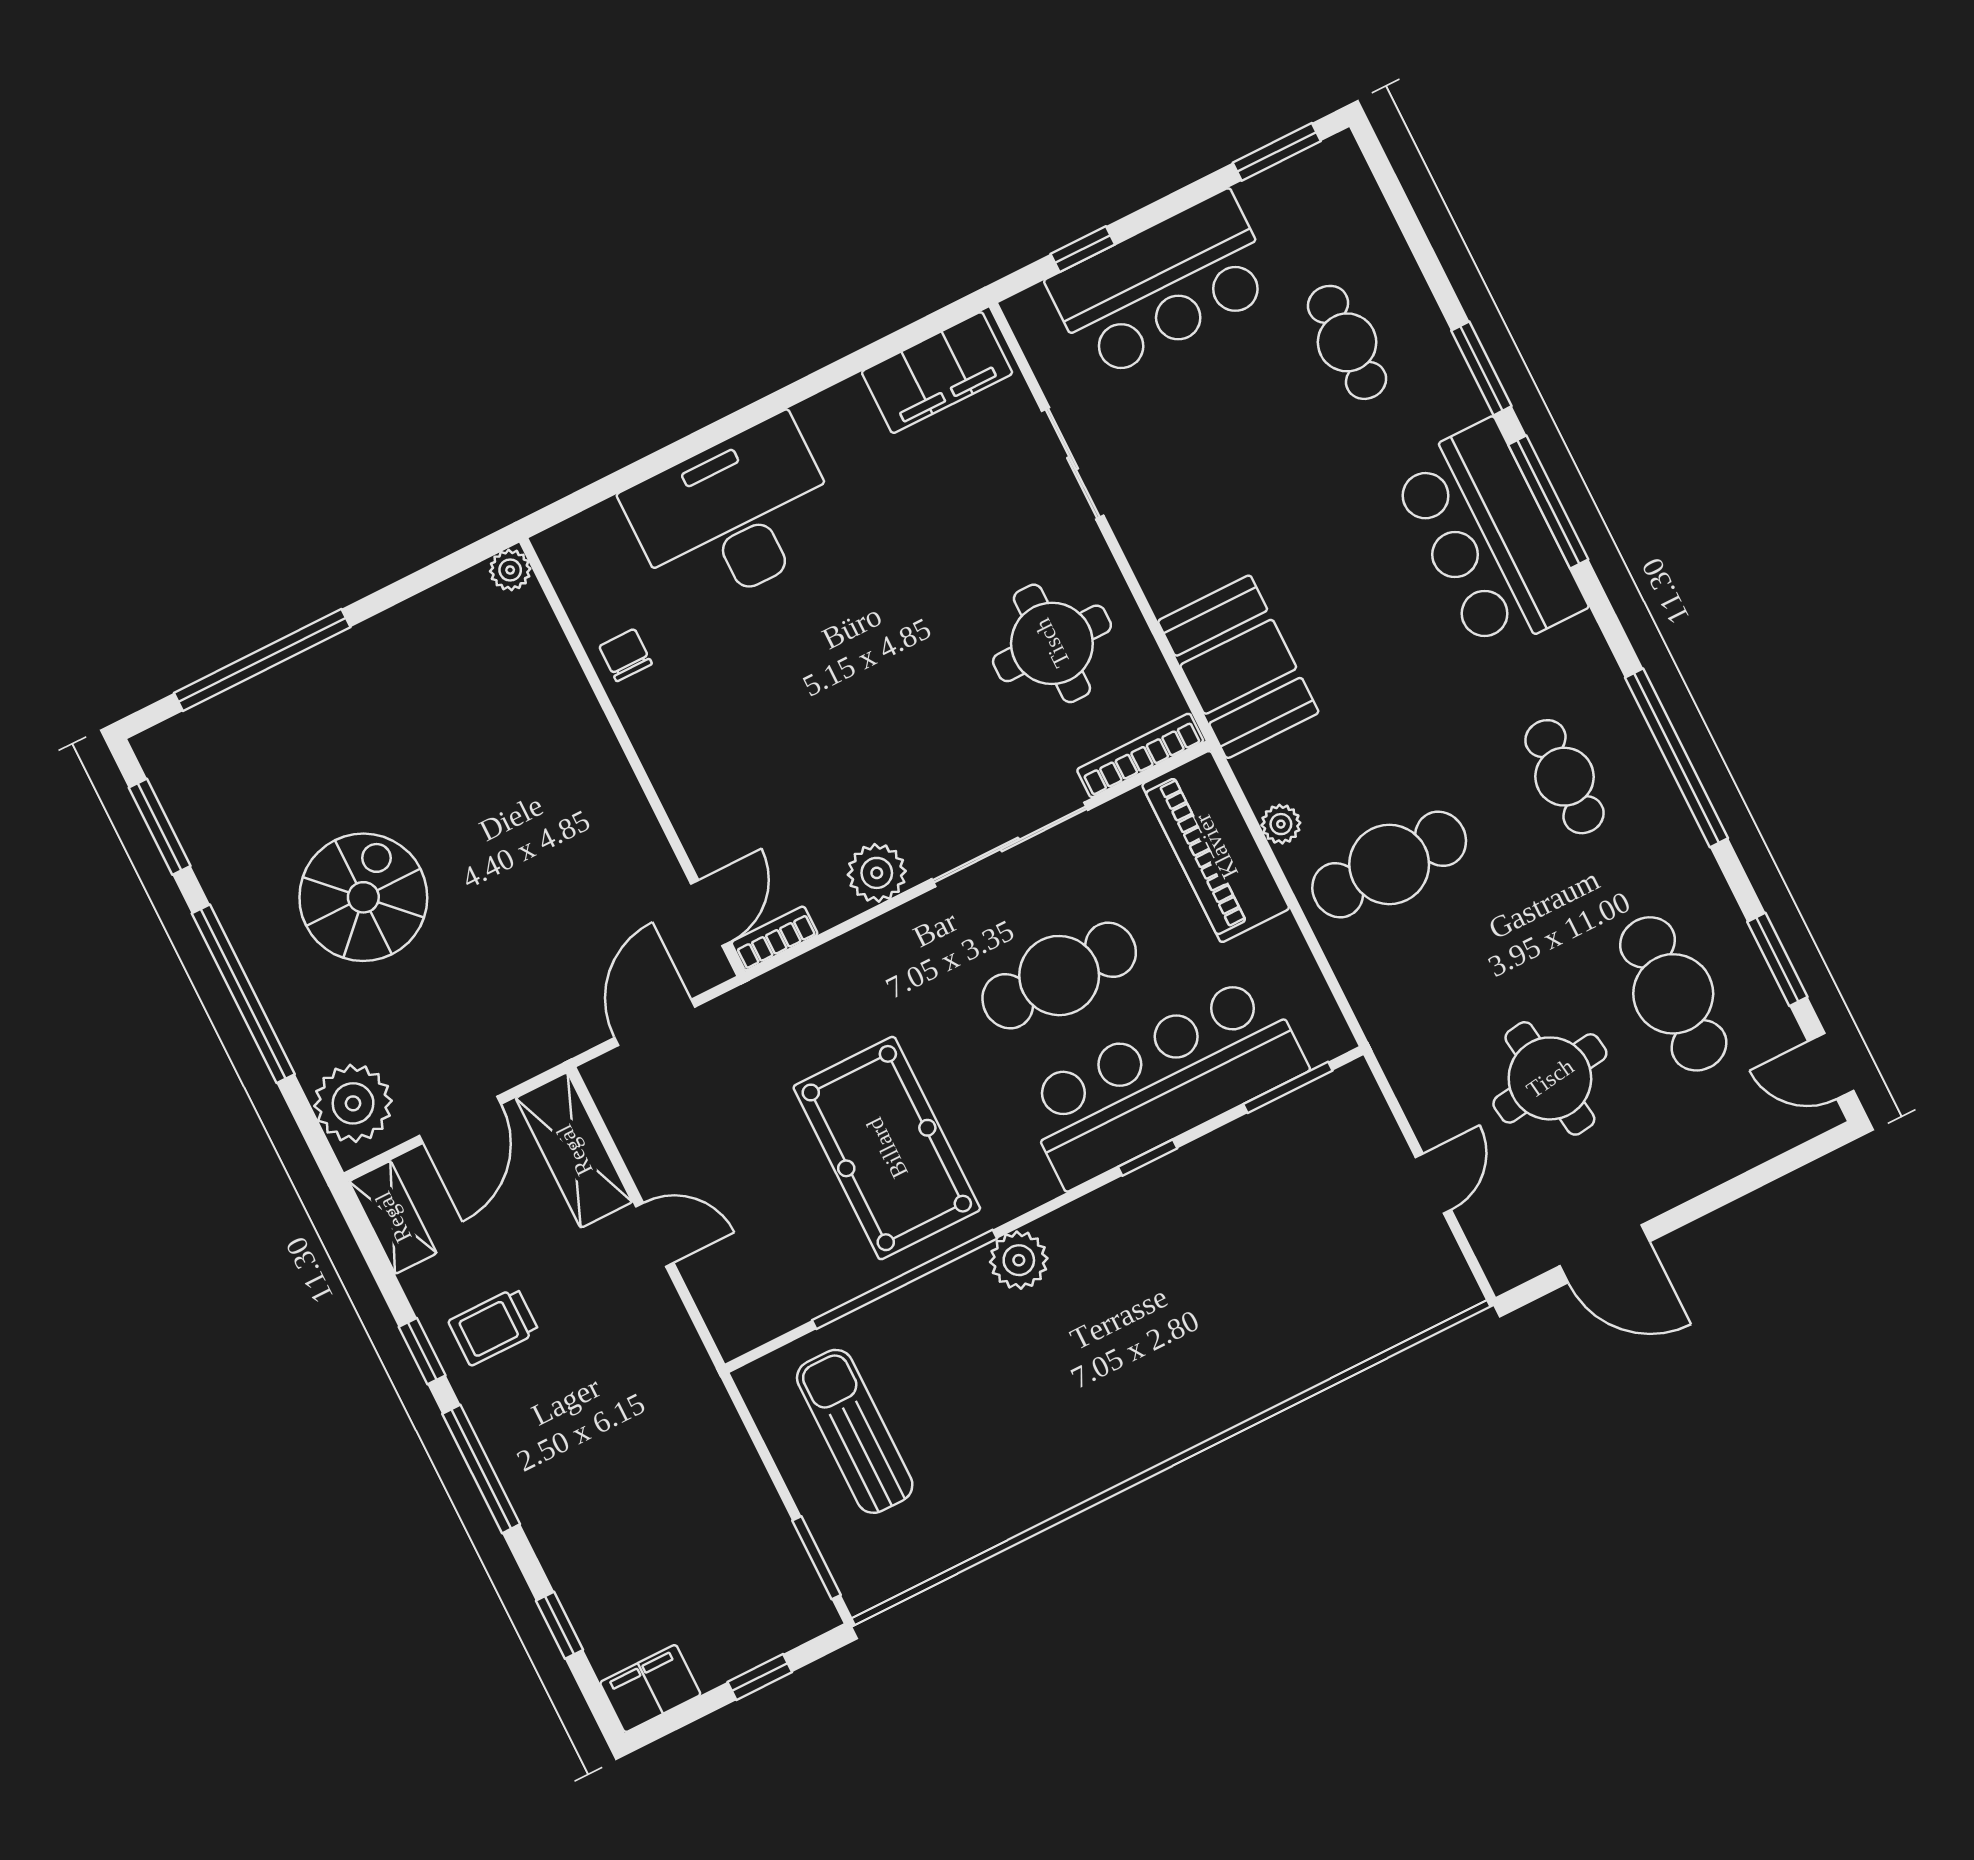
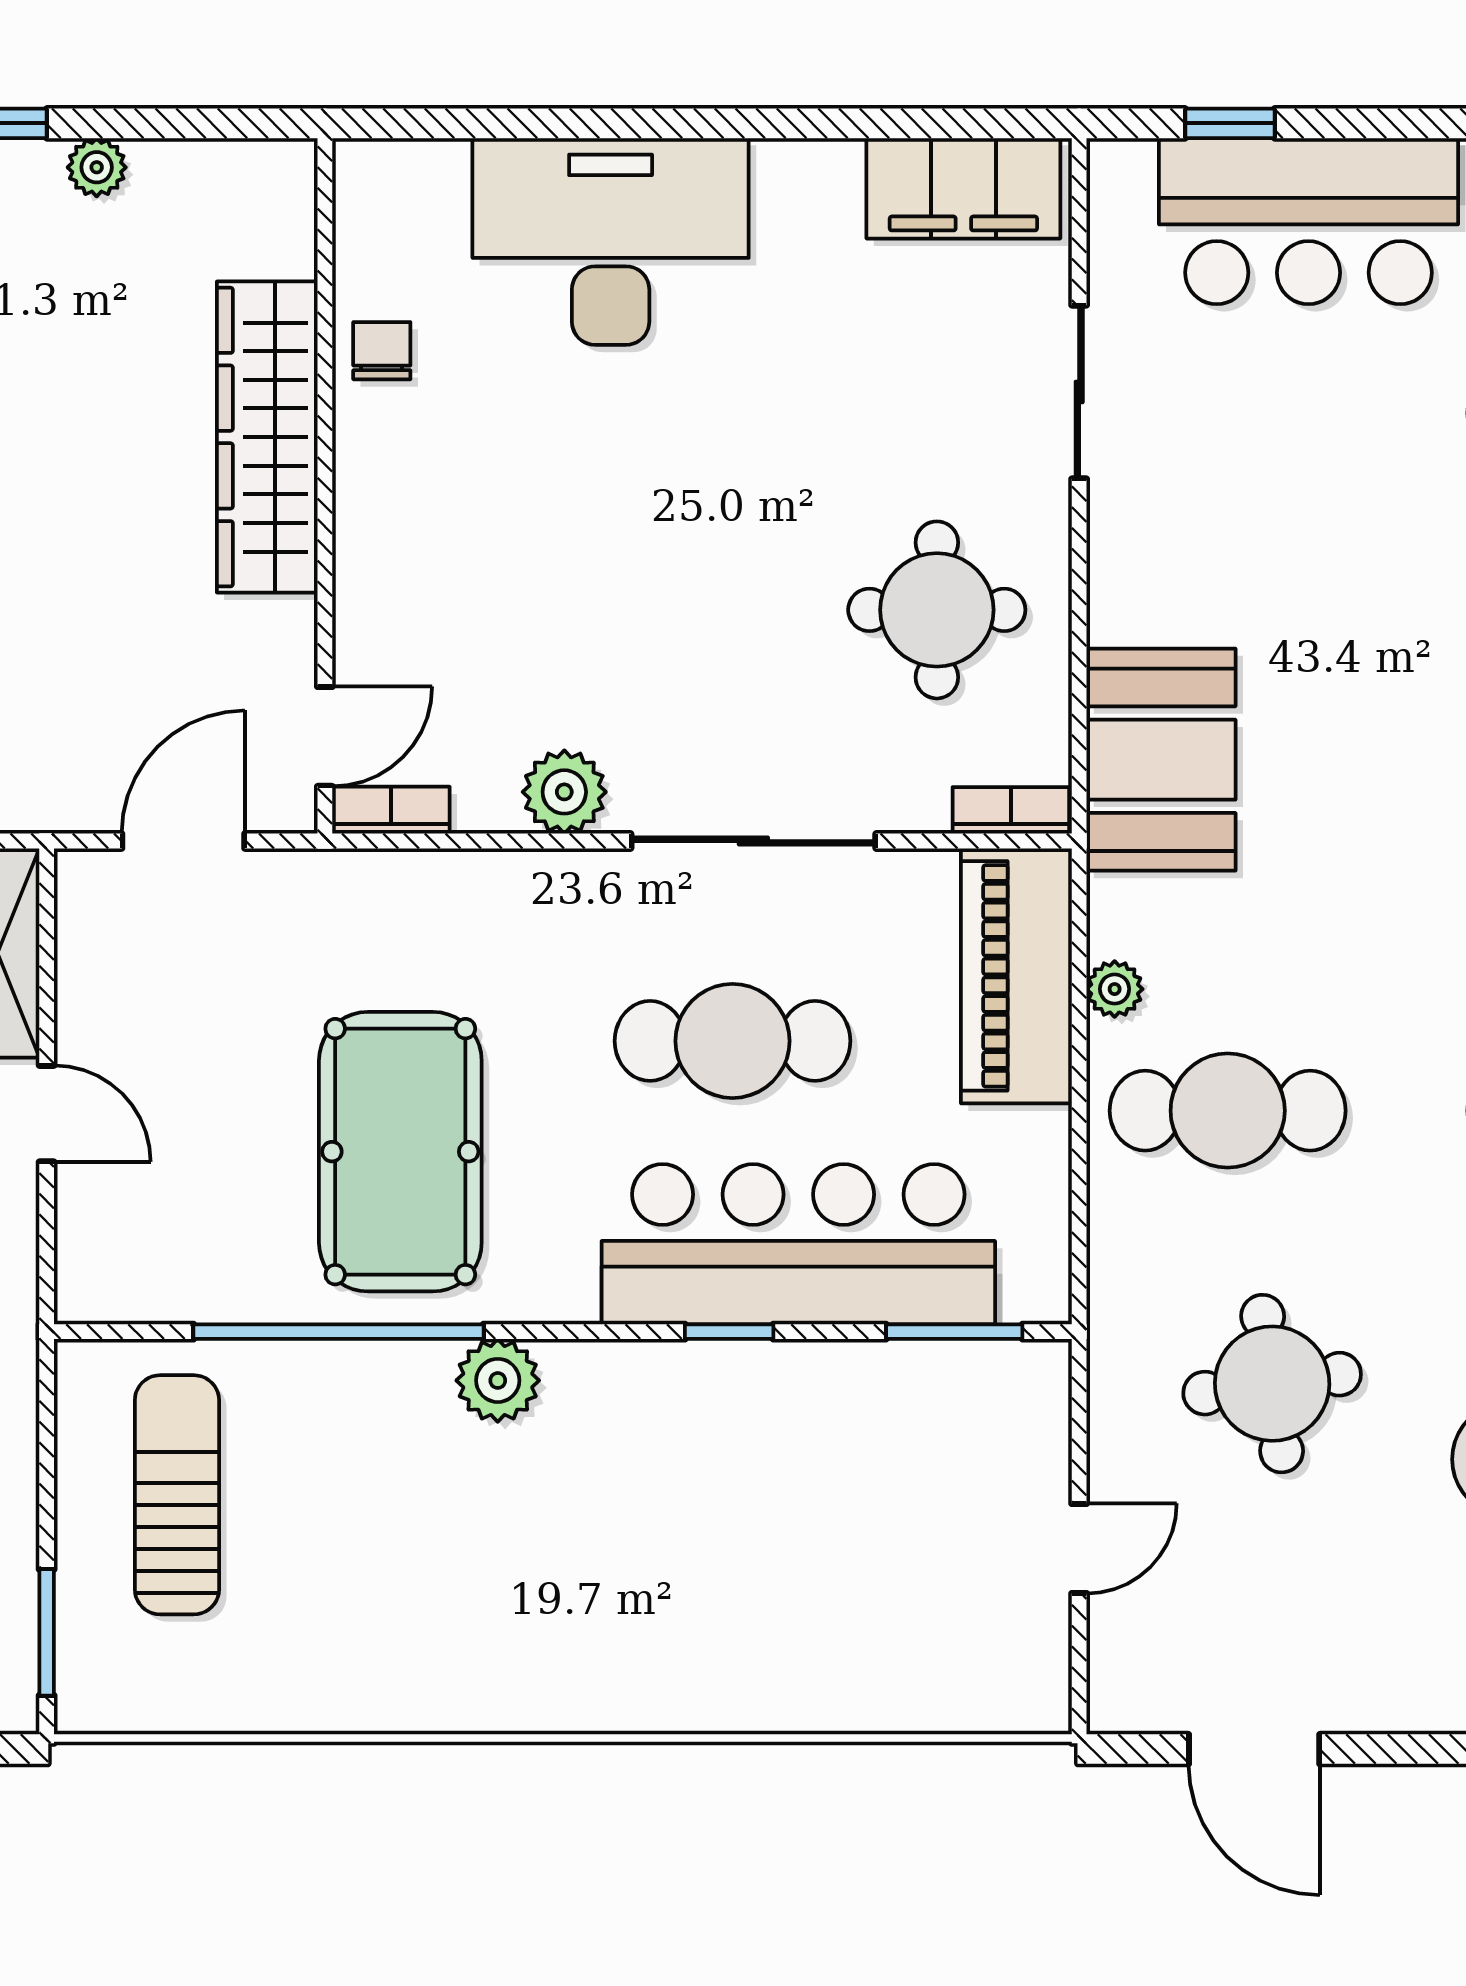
plant: (510, 570) -> (97, 167), moved
wardrobe: (581, 745) -> (267, 437), added
bookcase: (1140, 755) -> (1011, 810), width x0.64
round table: (1550, 1078) -> (1272, 1384), moved

